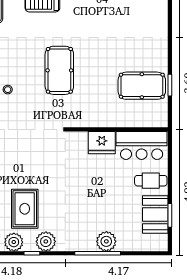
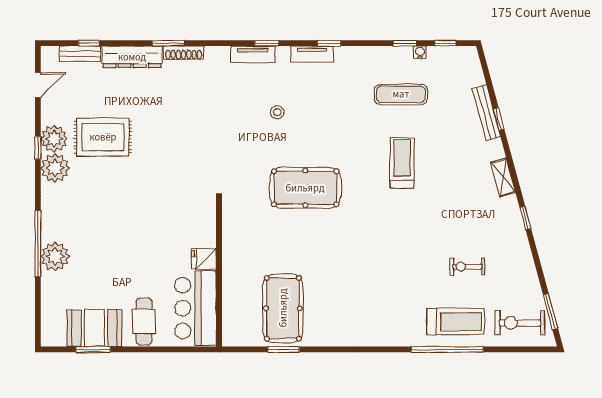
fridge: (102, 143) -> (204, 259), width x0.53, depth x0.75
plant: (14, 242) -> (54, 139), moved

